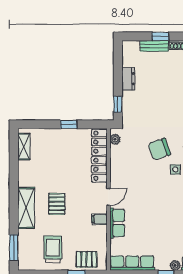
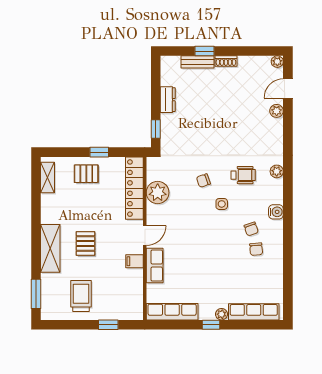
plant: (115, 139) -> (158, 193), moved, width x1.88, depth x1.88
chair: (159, 149) -> (203, 181), width x0.54, depth x0.54
pallet: (87, 259) -> (86, 174), moved

